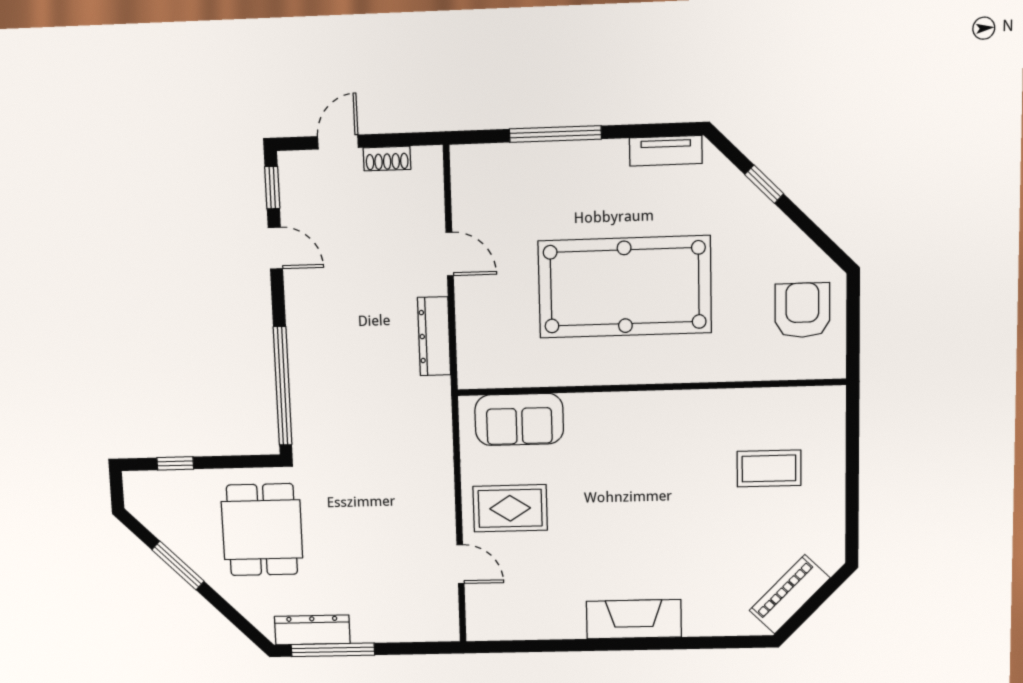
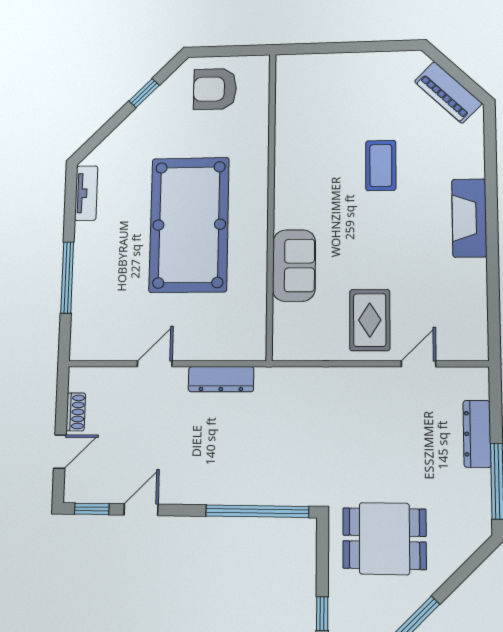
door: (338, 142) -> (60, 452), swing flipped
window: (764, 184) -> (144, 93), moved
sofa: (519, 419) -> (294, 265), moved
coffee table: (769, 468) -> (381, 165), moved
dresser: (312, 630) -> (477, 434), moved

